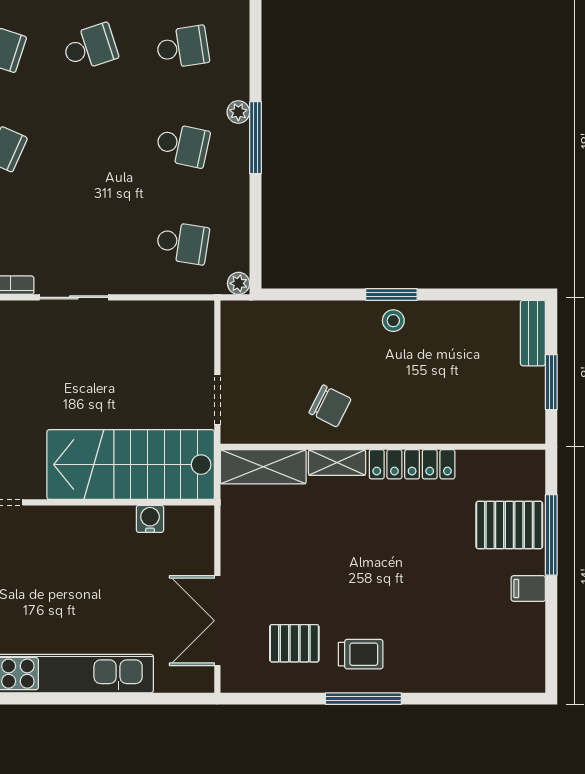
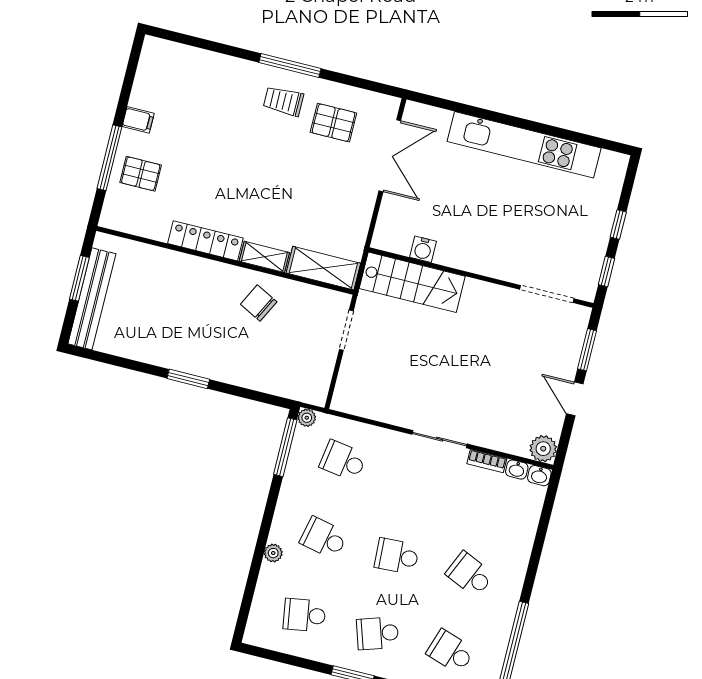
window: (255, 138) -> (285, 447), moved
school desk: (90, 145) -> (397, 556), added
stool: (393, 321) -> (192, 358), removed
bench: (533, 333) -> (92, 299), width x1.86, depth x1.21
stairs: (131, 465) -> (412, 282), width x0.73, depth x0.66
pallet: (509, 525) -> (141, 174), width x0.67, depth x0.71

